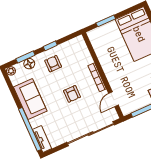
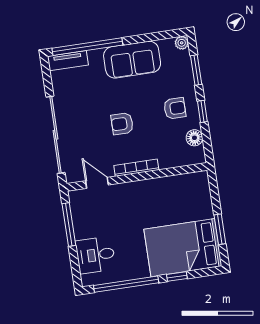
window: (106, 21) -> (220, 229), moved
floor lamp: (29, 64) -> (194, 138), moved

